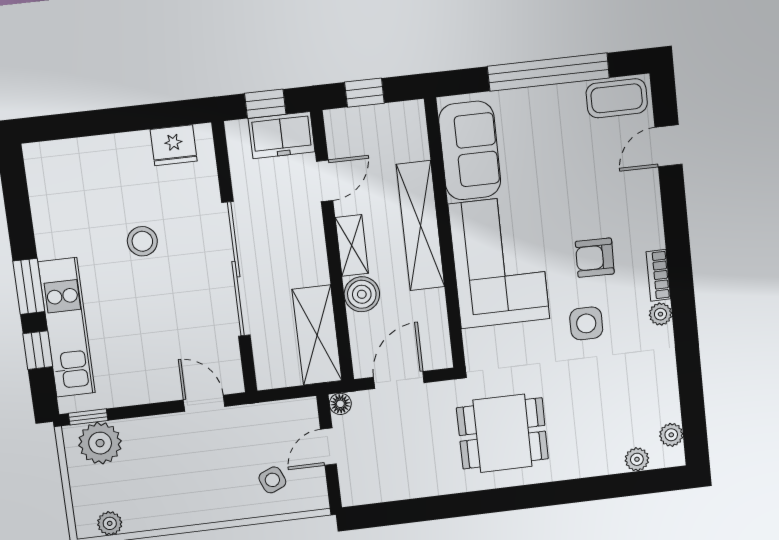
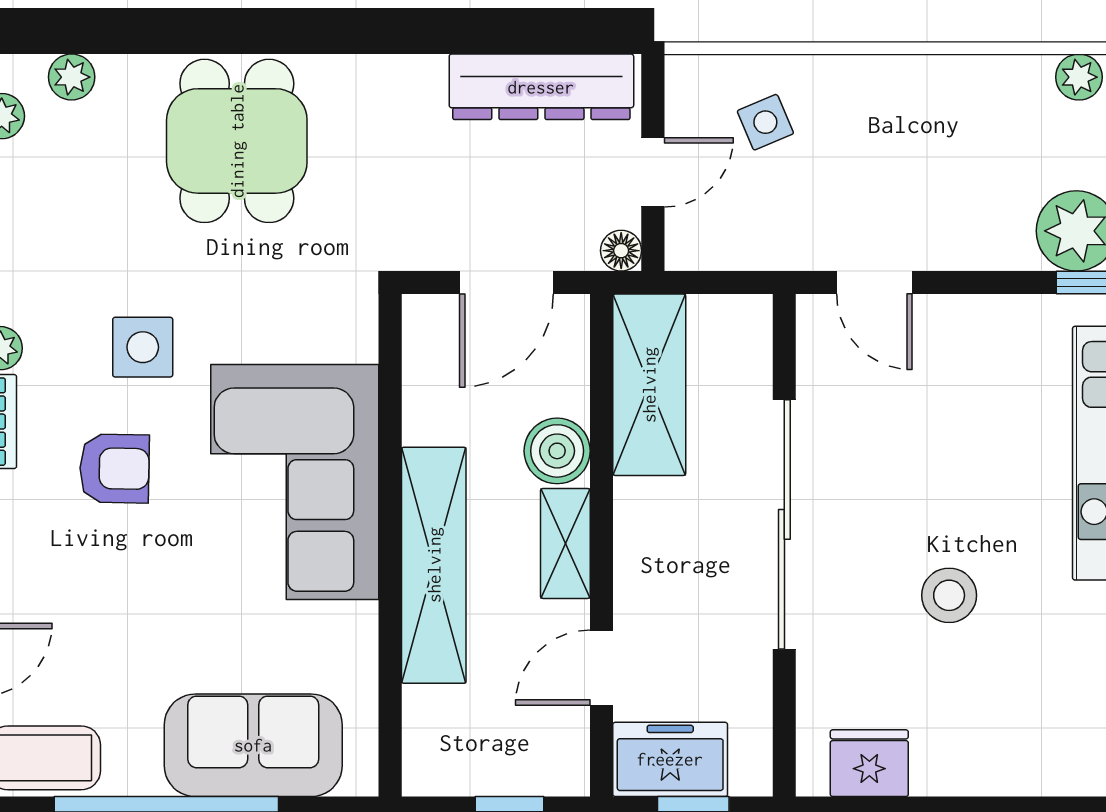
sofa: (470, 150) -> (253, 745), moved, turned 90
dining table: (502, 433) -> (237, 141), moved, turned 90
dresser: (392, 484) -> (541, 87), added

